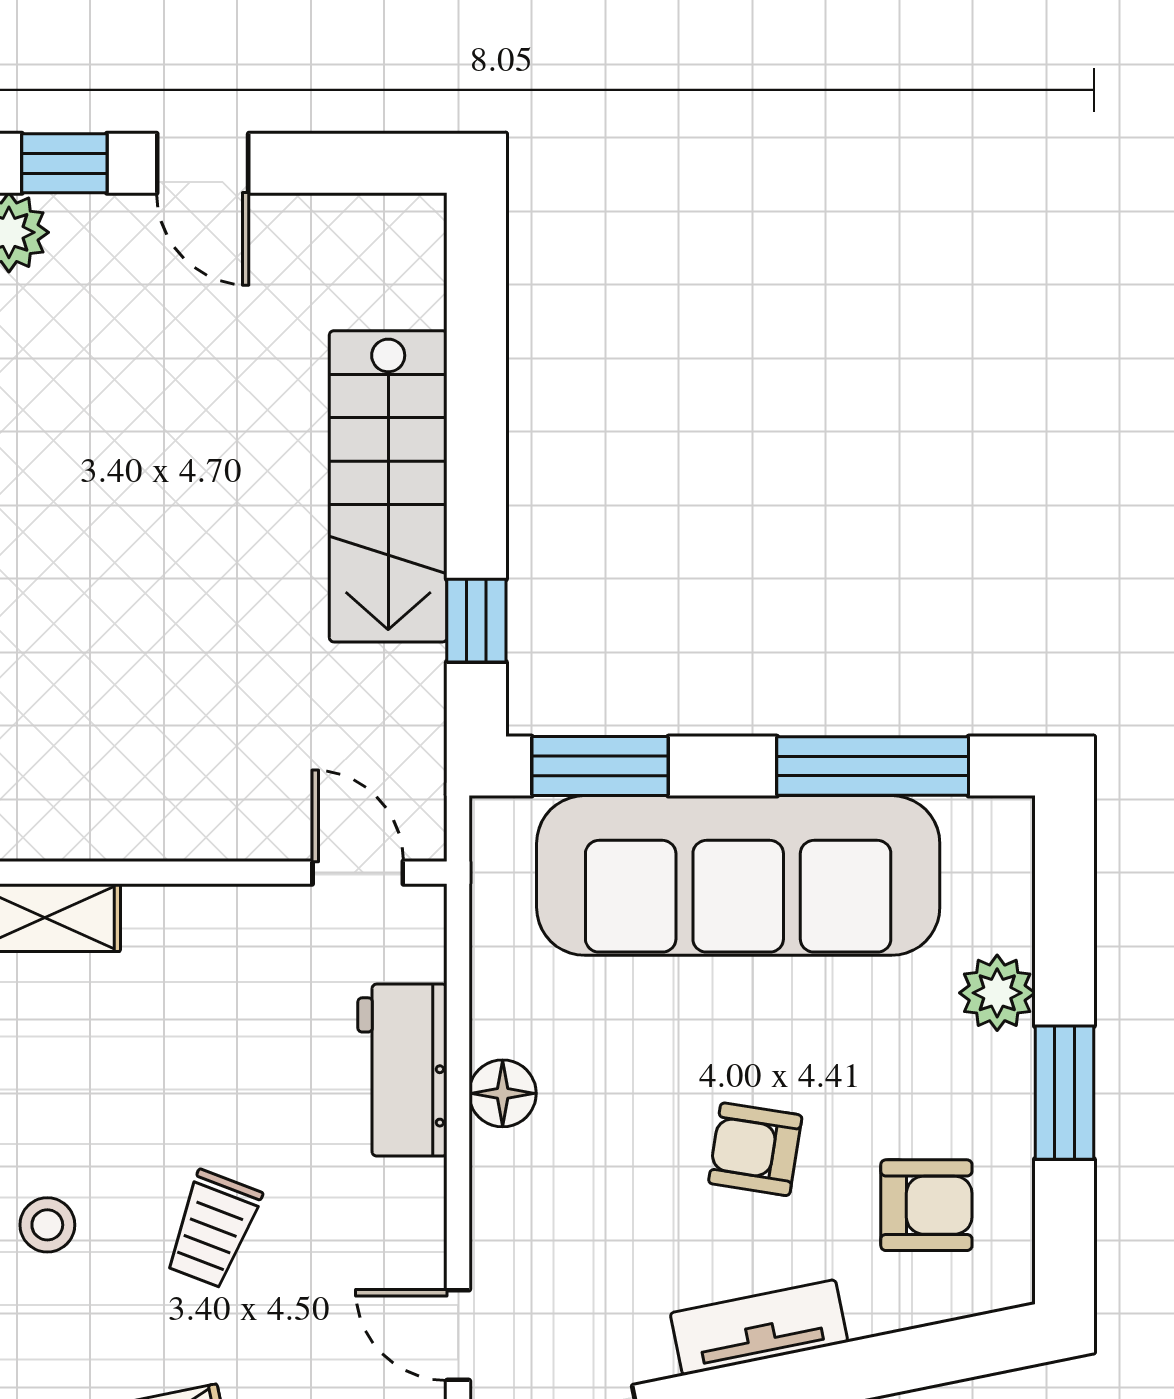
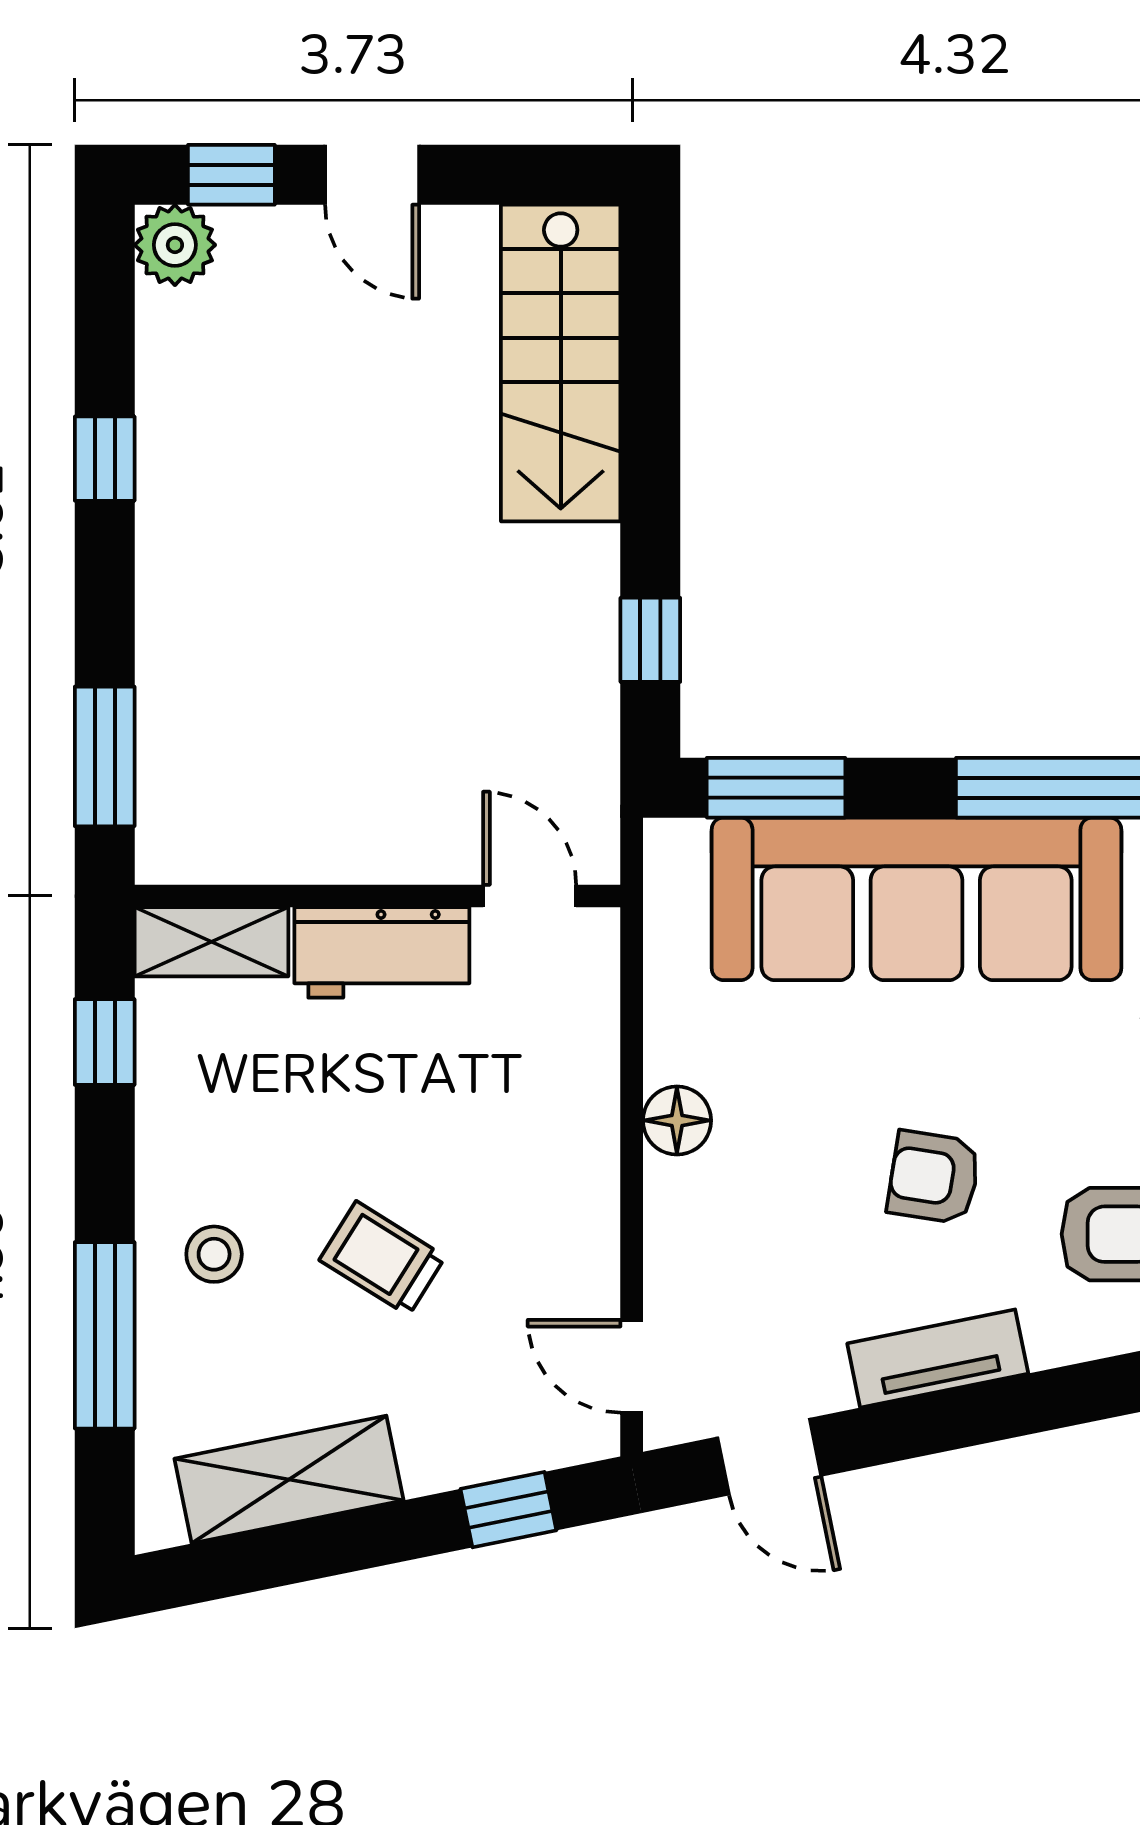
stairs: (388, 486) -> (561, 363), moved
workbench: (402, 1070) -> (382, 952), moved, turned -90
trolley: (213, 1229) -> (382, 1258), turned 101

